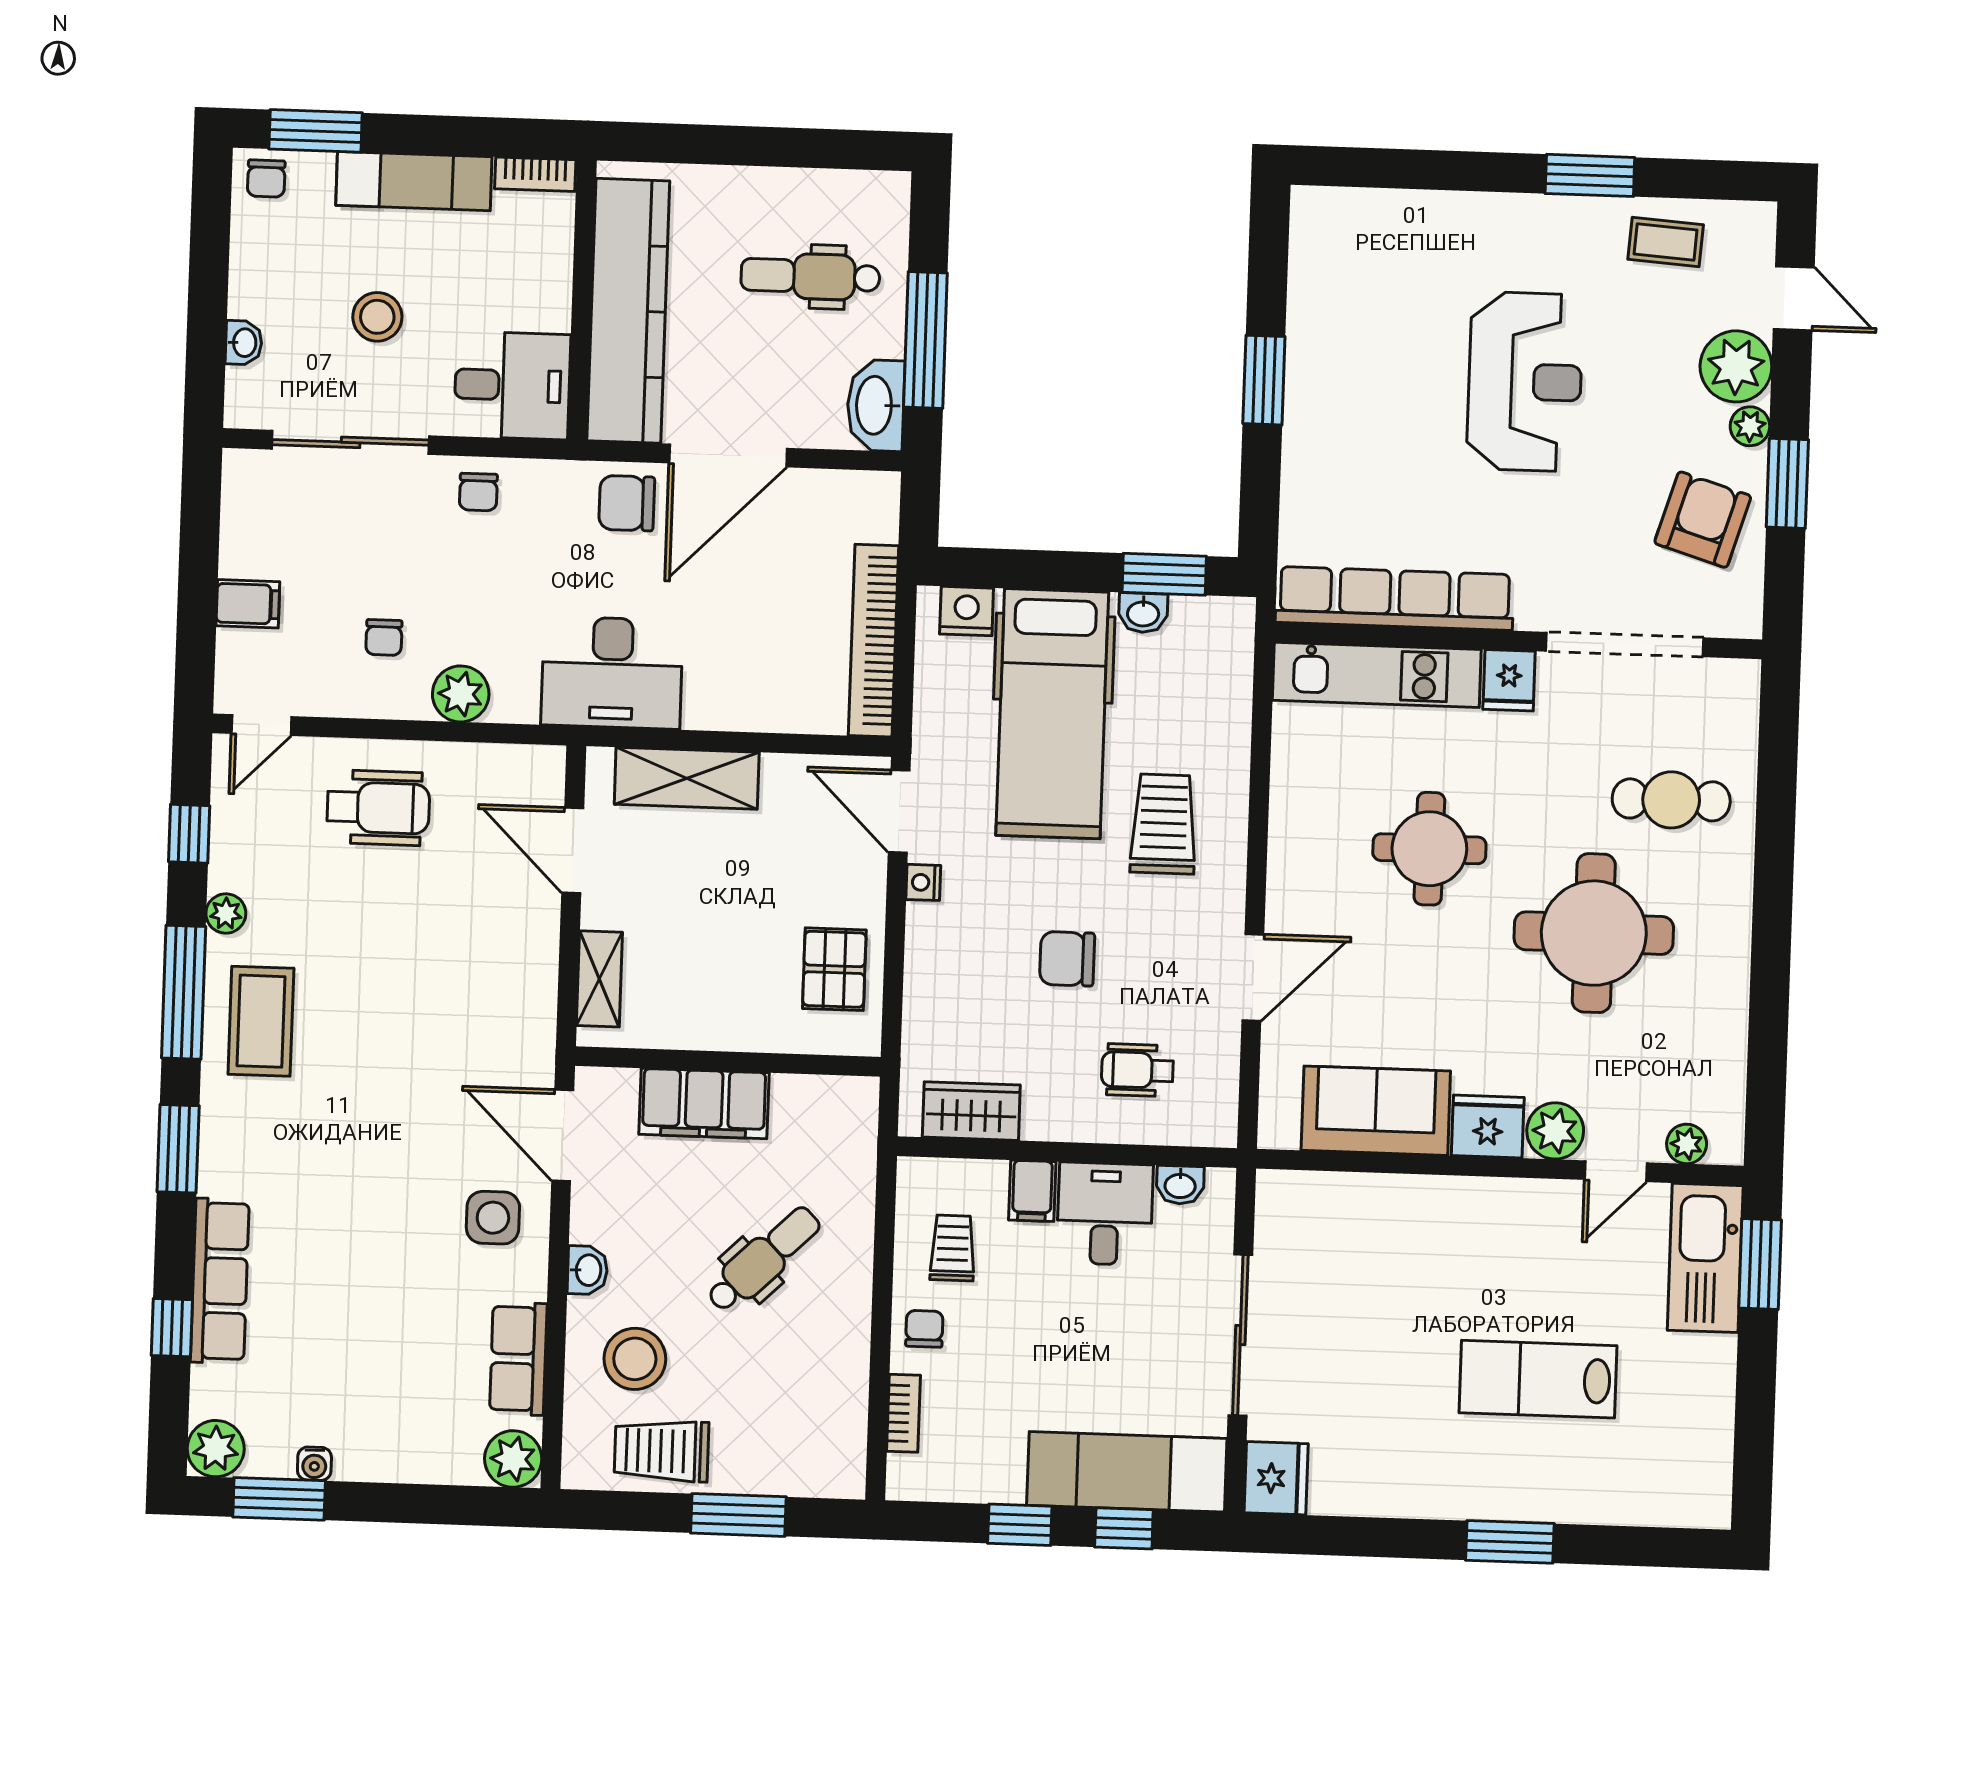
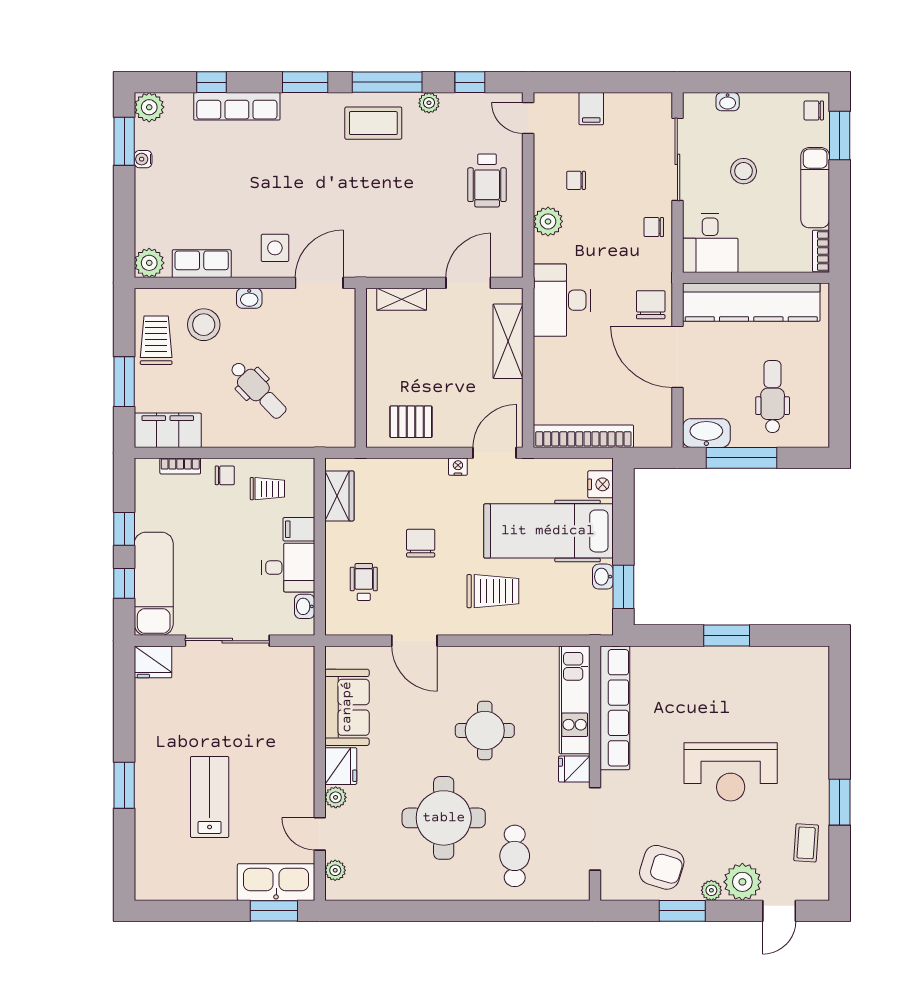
filing cabinet: (704, 1104) -> (168, 430), moved, turned 90
plant: (1555, 1131) -> (336, 797), width x0.73, depth x0.73

